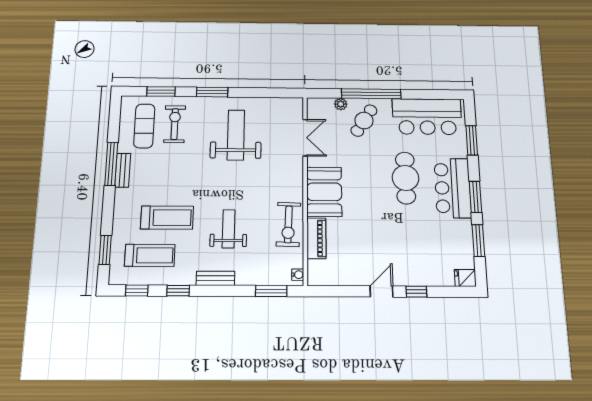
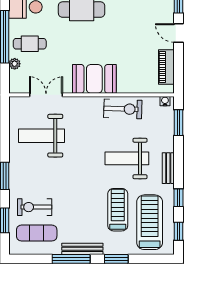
cafe table: (364, 121) -> (30, 44), turned -32
weight bench: (236, 135) -> (42, 136), moved
bench: (123, 170) -> (82, 249), width x1.36
weight bench: (229, 229) -> (127, 158), width x1.36, depth x1.33
piano: (316, 238) -> (166, 67), moved, turned -90
window: (105, 250) -> (116, 259), moved
treadmill: (150, 255) -> (150, 222), width x1.37, depth x1.38

